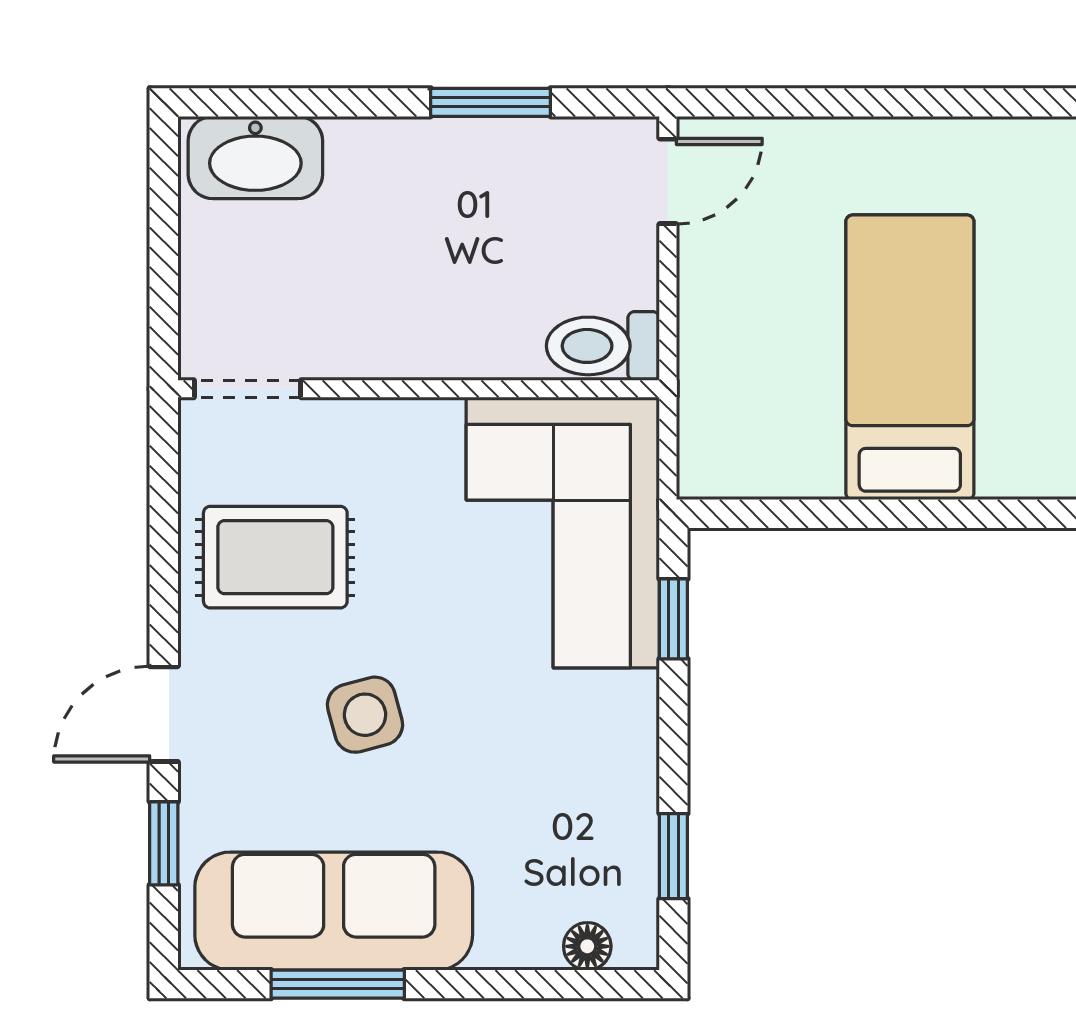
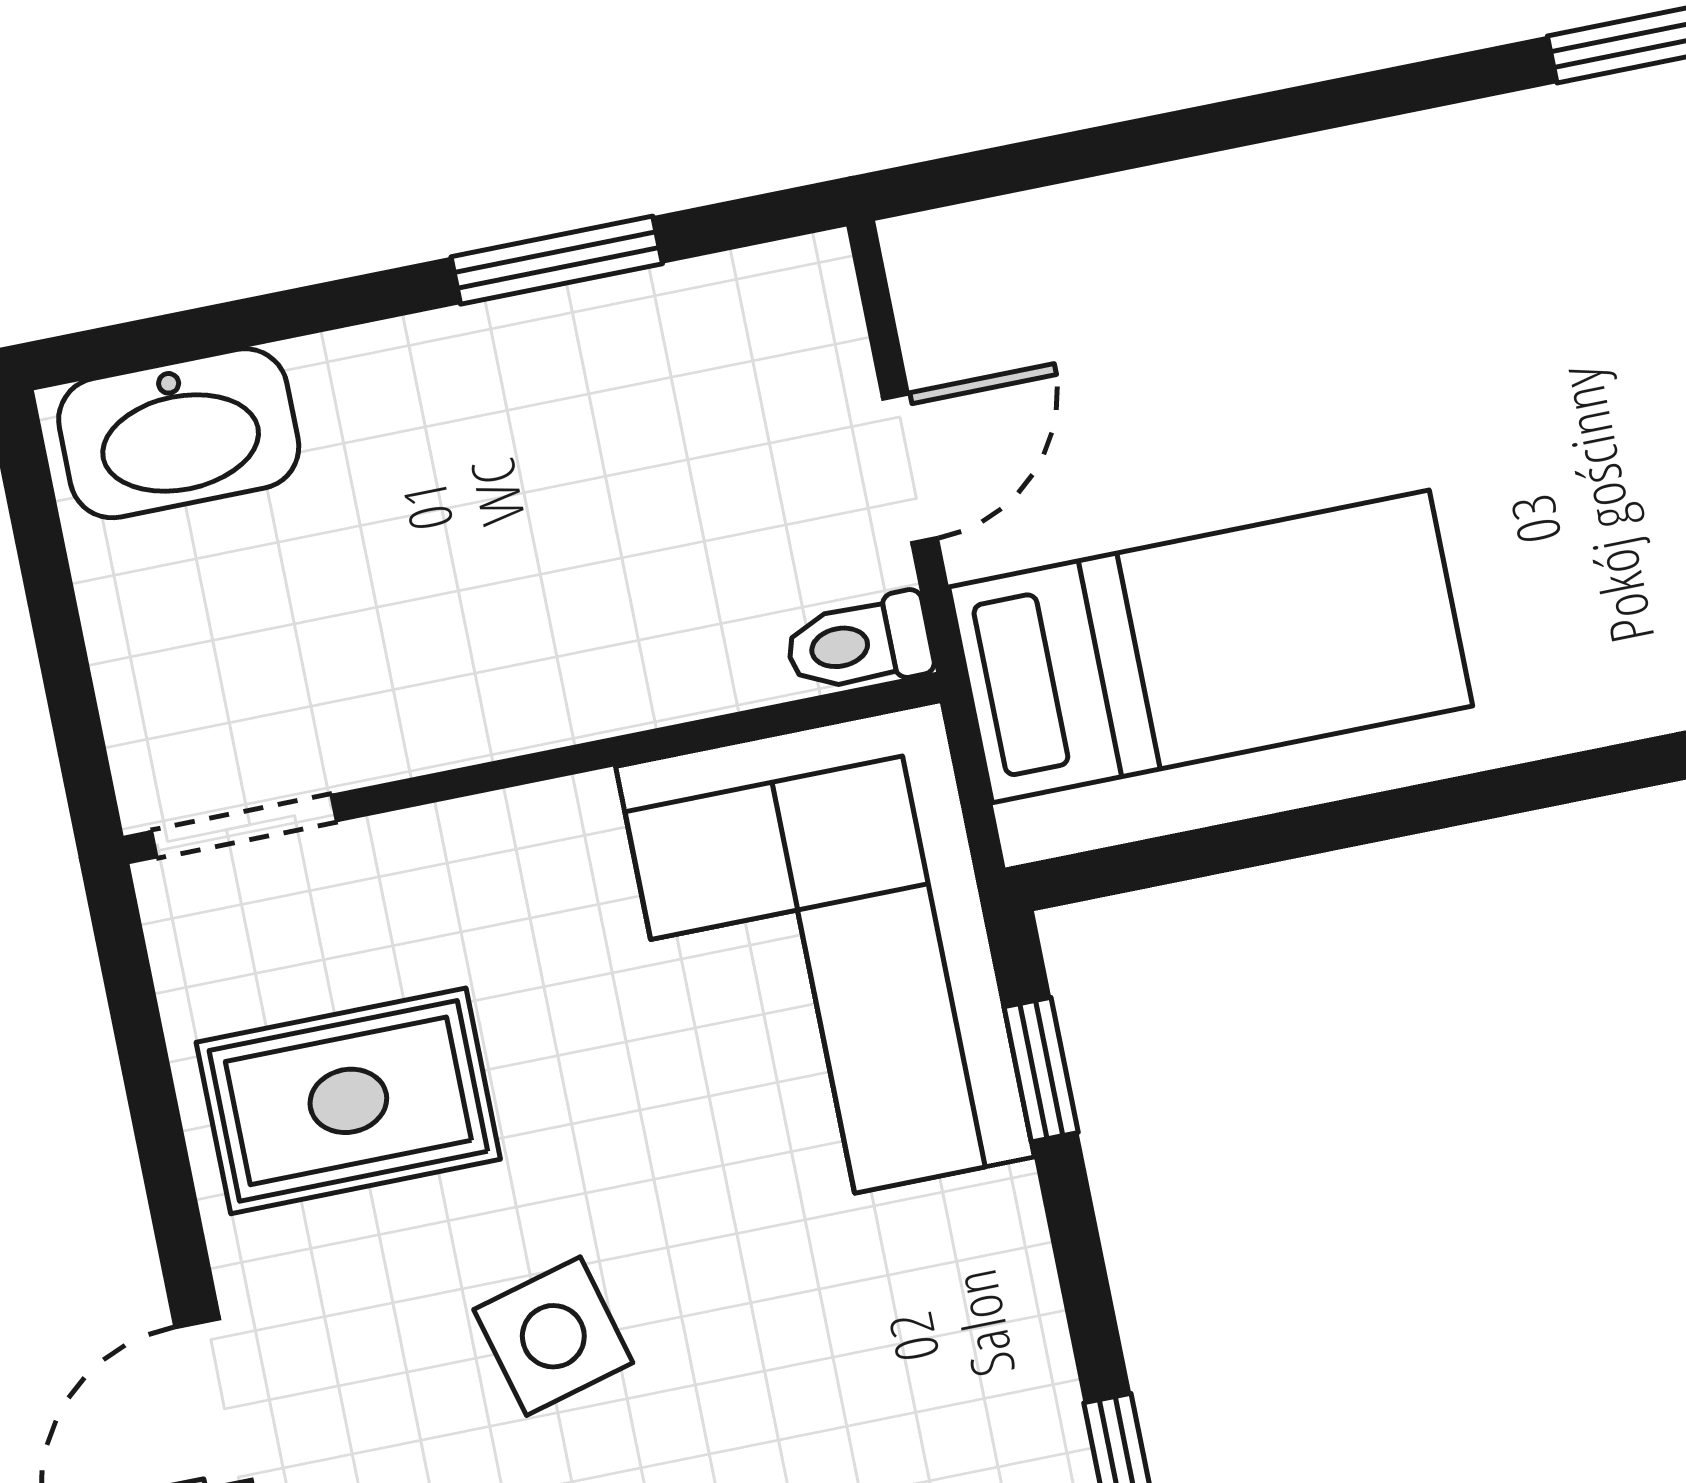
door: (668, 181) -> (910, 468), moved
toilet: (603, 346) -> (859, 643), width x0.73, depth x0.72
bed: (910, 357) -> (1211, 646), moved, turned 90

